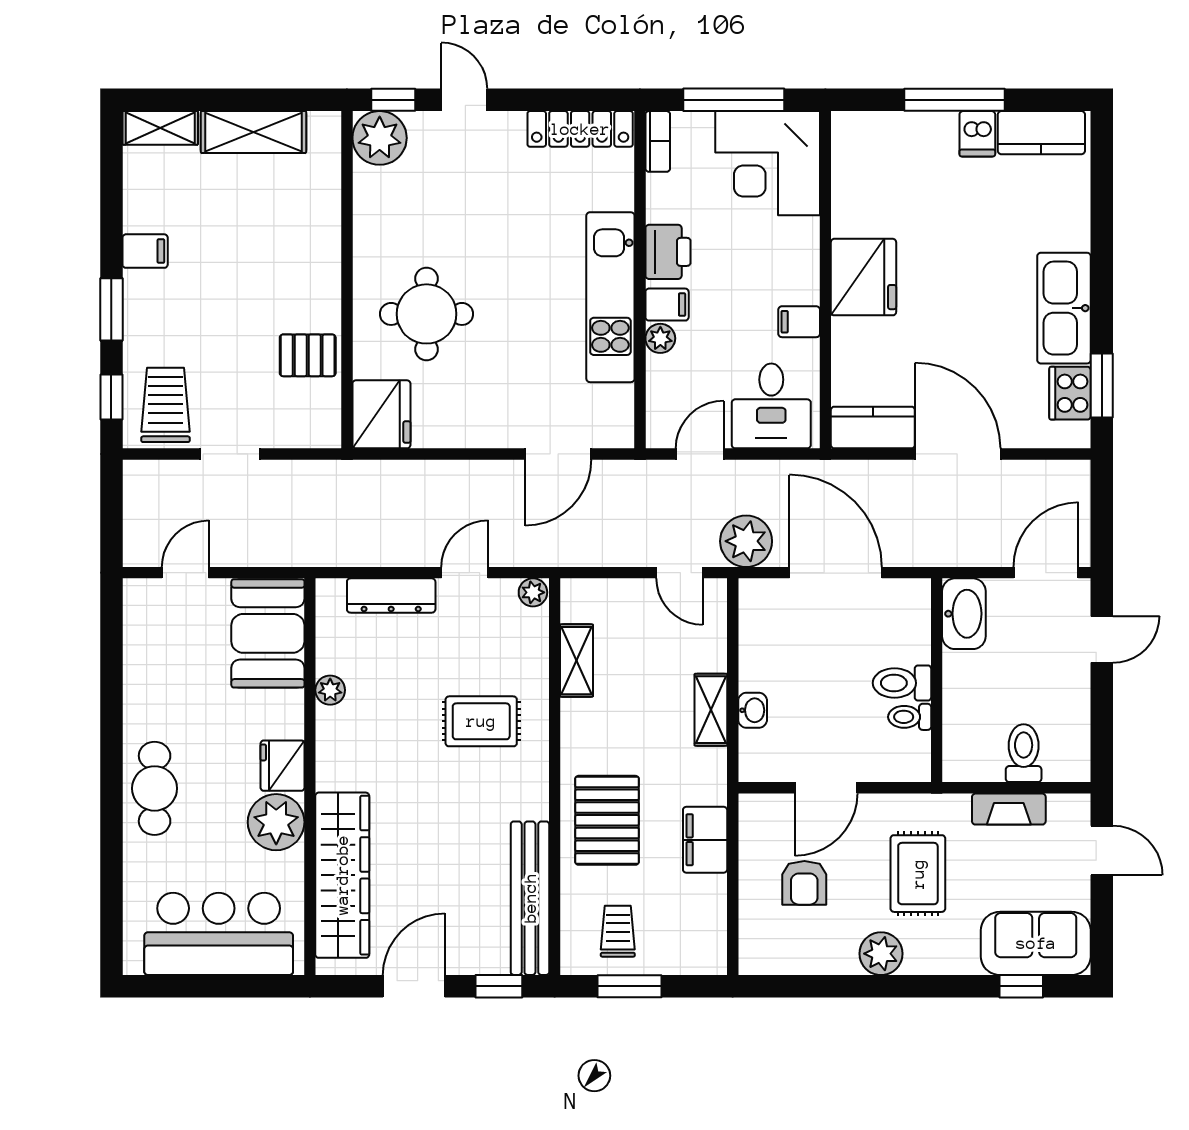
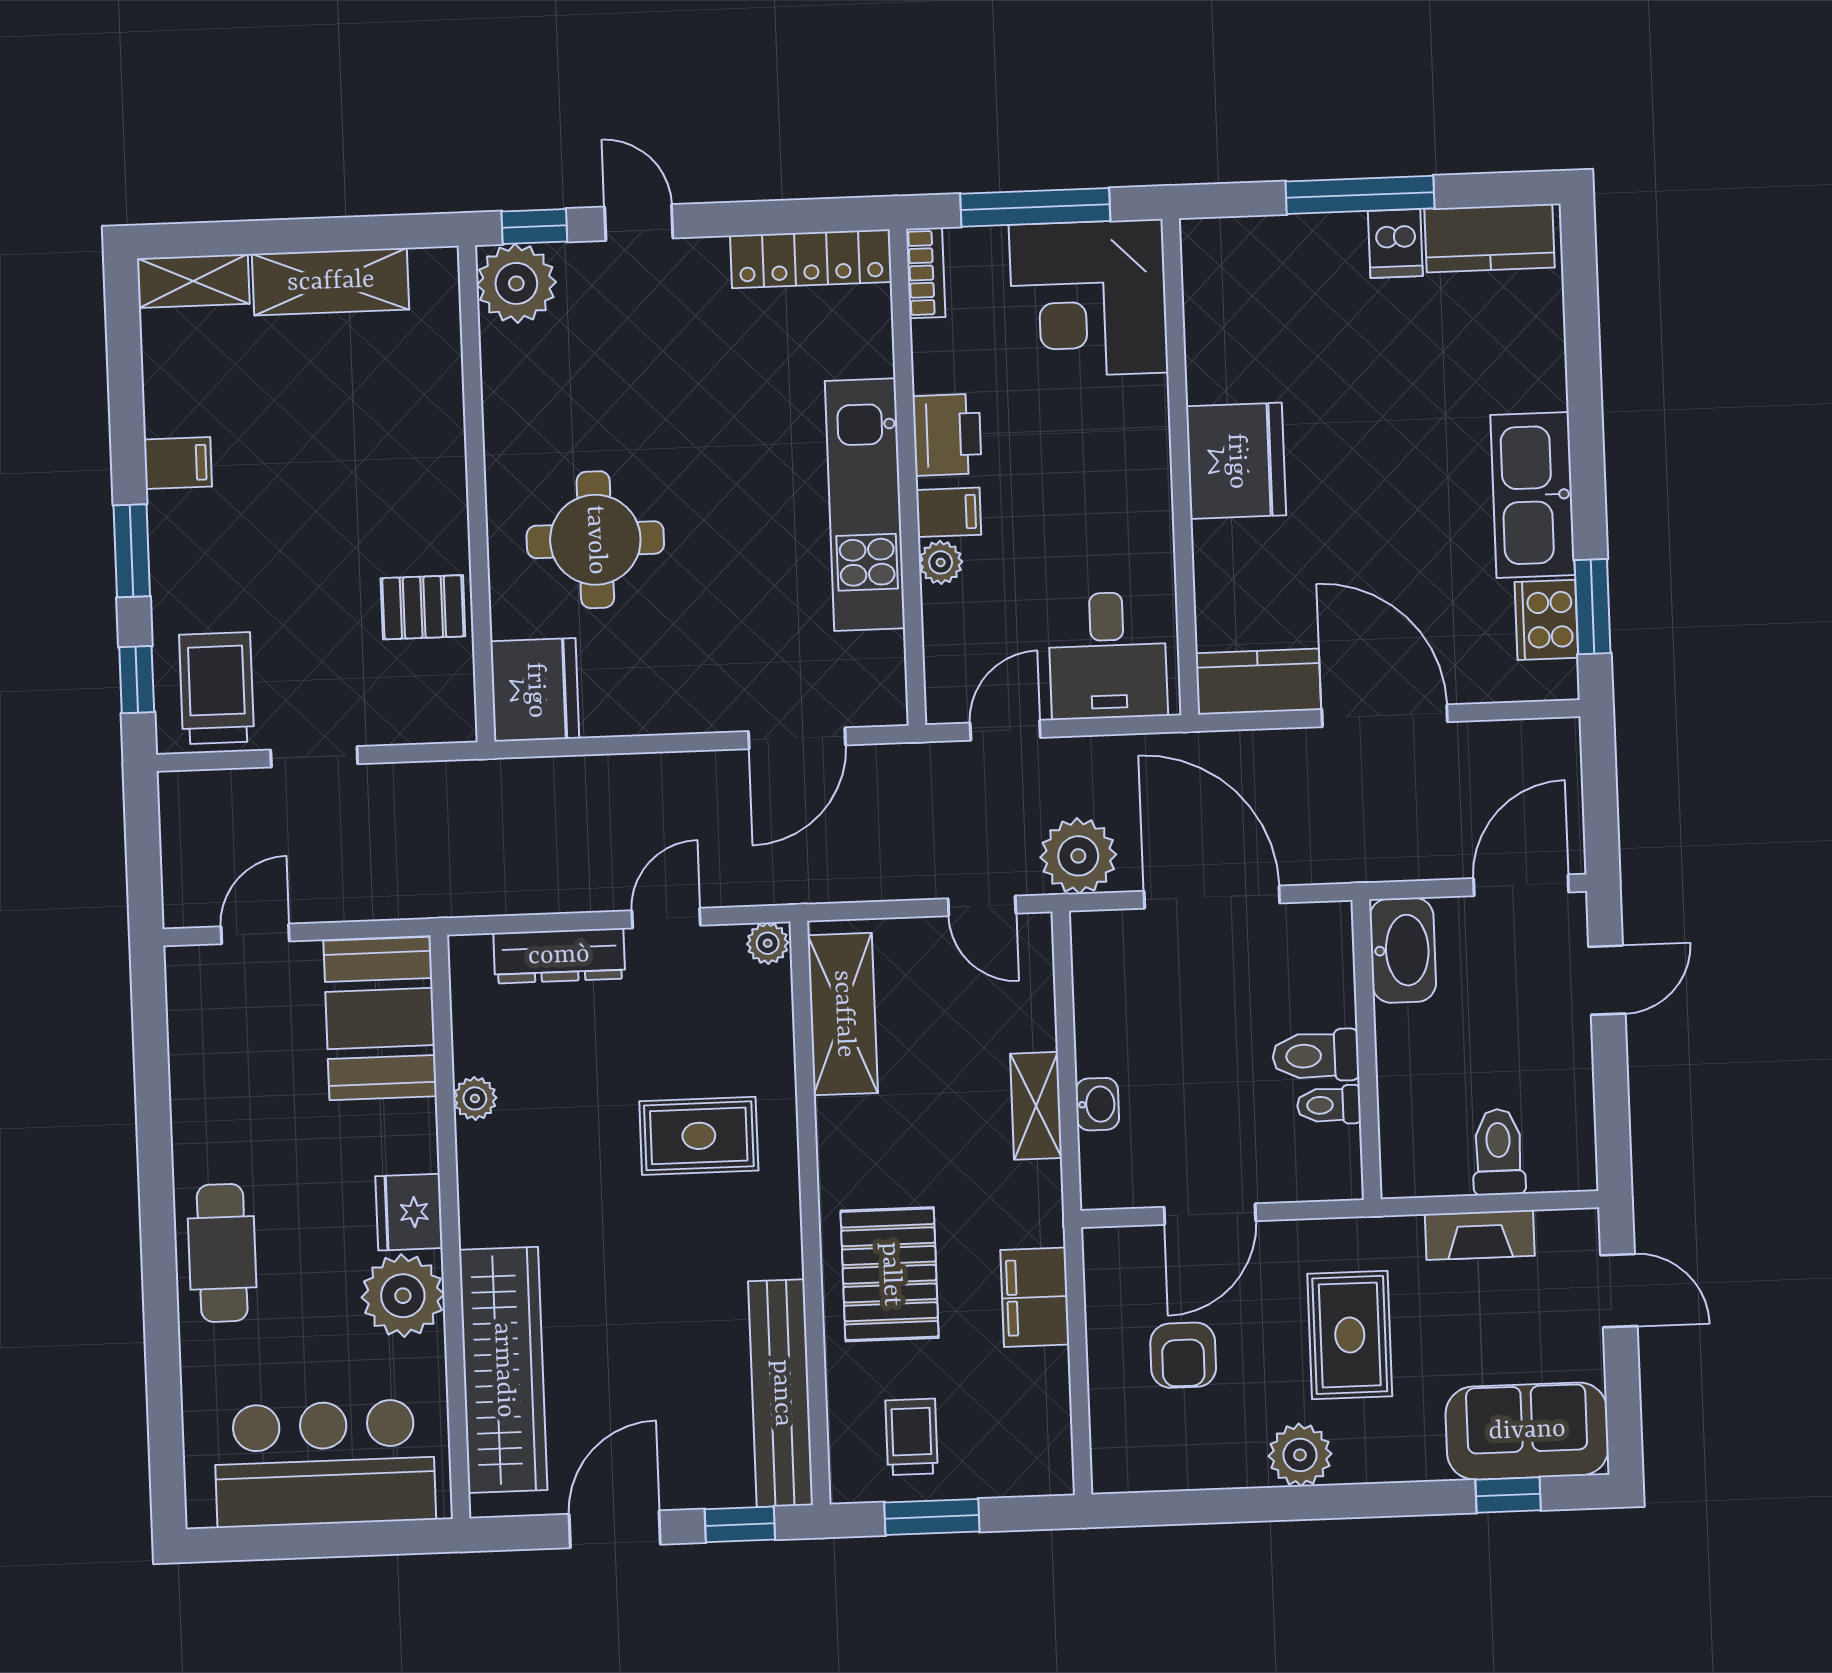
filing cabinet: (799, 322) -> (1144, 530), removed
shelving: (577, 661) -> (843, 1014), width x1.50, depth x1.33

